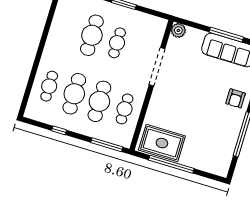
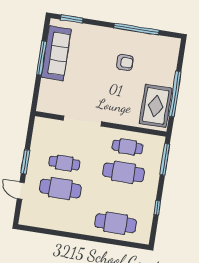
plant: (178, 30) -> (44, 105), removed
cafe table: (49, 86) -> (116, 223), width x1.37, depth x1.35
cafe table: (74, 94) -> (120, 198), removed
armchair: (236, 98) -> (125, 62), moved

